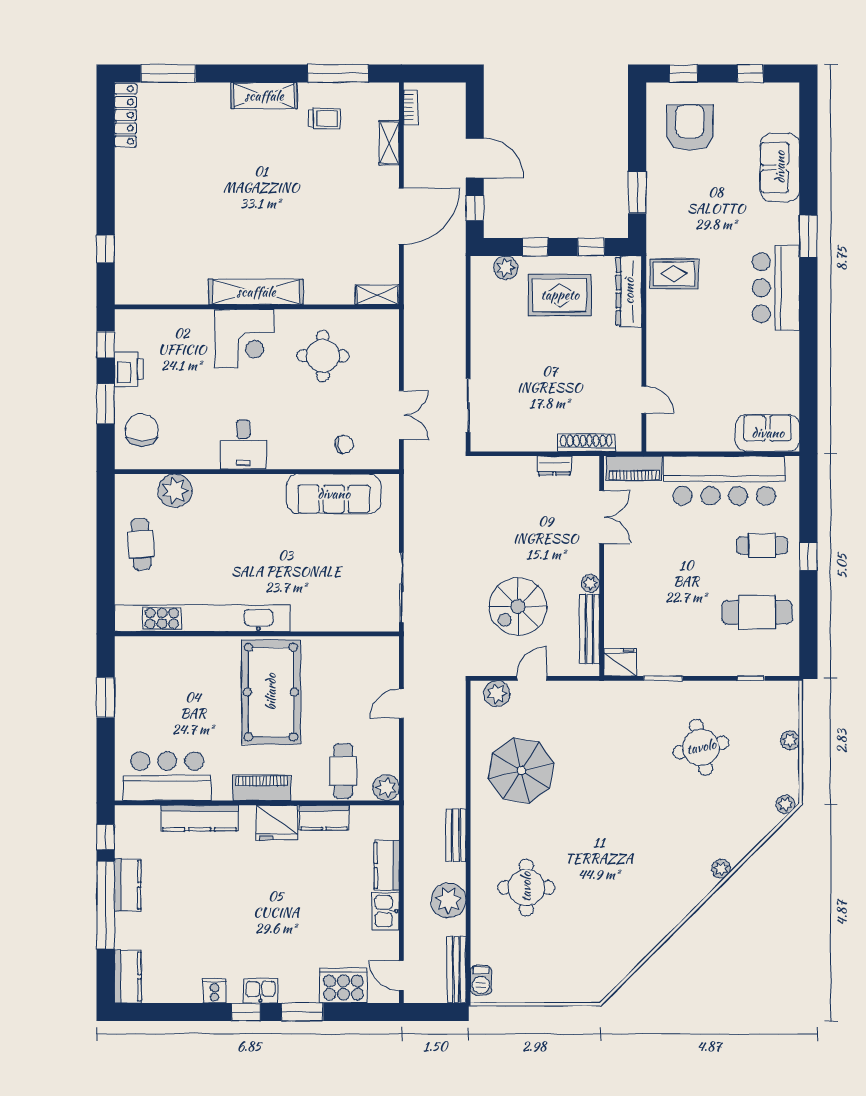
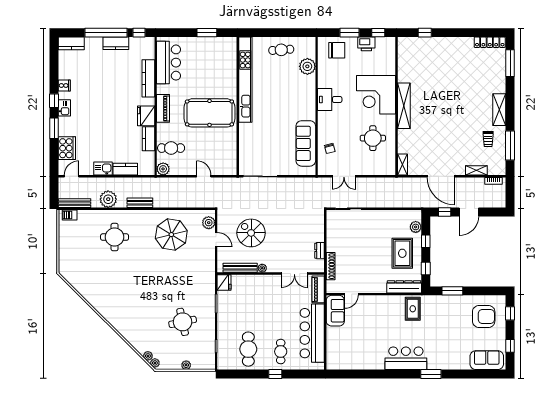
sofa: (780, 167) -> (487, 360), moved
corner desk: (244, 339) -> (376, 95), width x1.36, depth x1.36
sofa: (768, 433) -> (335, 311), moved
plant: (721, 869) -> (148, 356), moved

